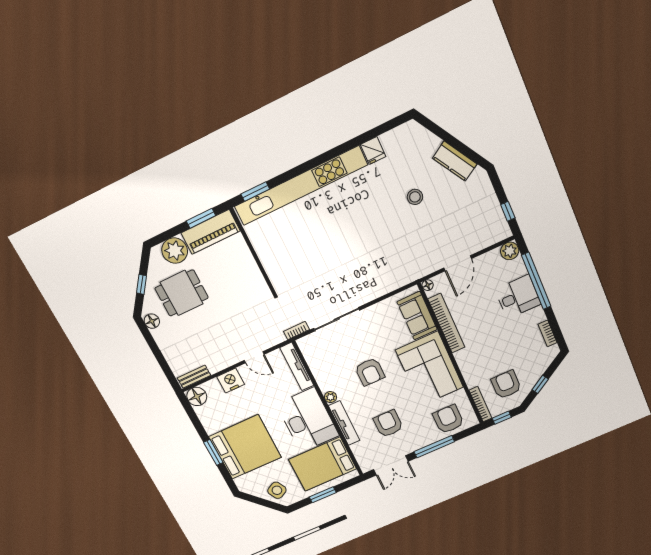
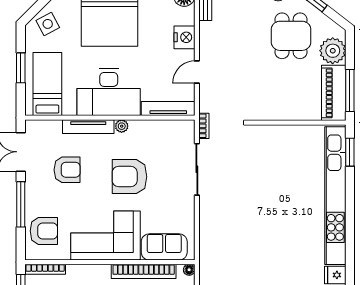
window: (201, 218) -> (350, 91), width x1.44
armchair: (370, 372) -> (130, 177), width x1.36, depth x1.36
bed: (323, 464) -> (47, 84), width x0.67

